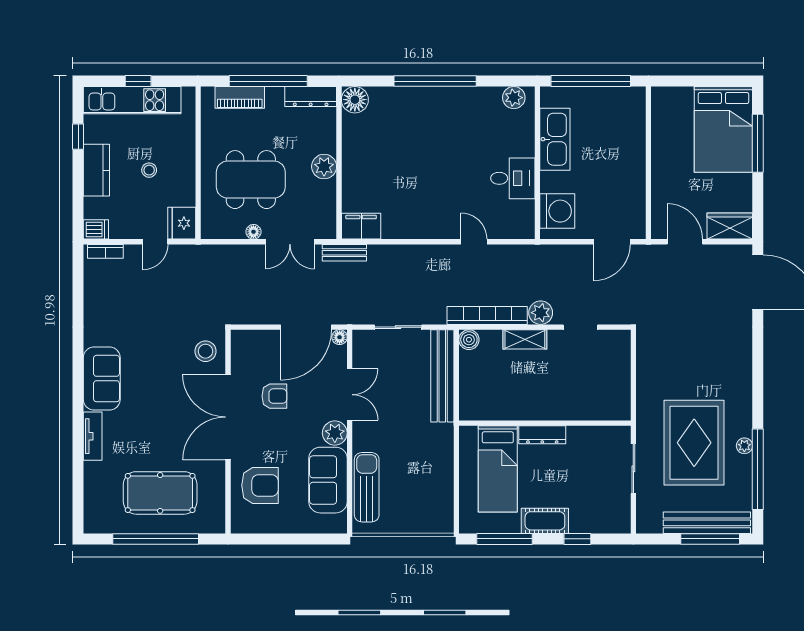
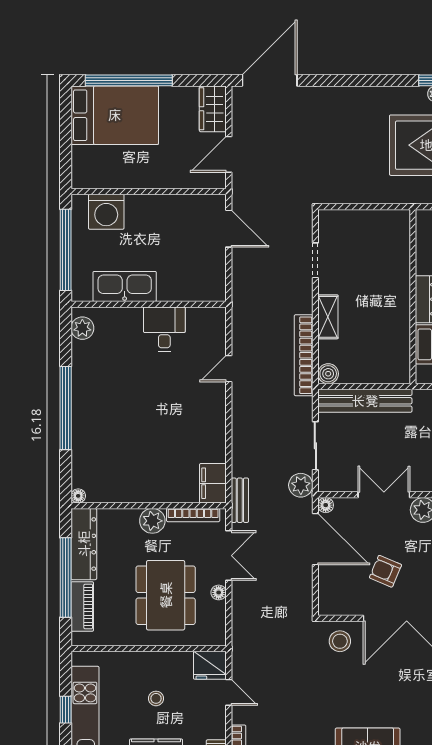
dresser: (311, 96) -> (84, 544), width x1.37, depth x1.24
floor lamp: (355, 100) -> (78, 496), width x0.53, depth x0.53
window: (758, 143) -> (129, 80), width x1.46
bookcase: (330, 207) -> (193, 515), added
washing machine: (557, 211) -> (106, 212), moved, turned 180
plant: (541, 313) -> (301, 485), moved
armchair: (274, 396) -> (385, 571), turned -67

